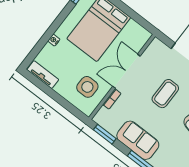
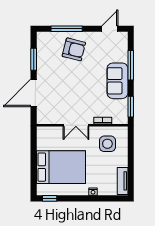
double door: (126, 71) -> (76, 125), width x0.73
coffee table: (165, 94) -> (71, 87), removed

